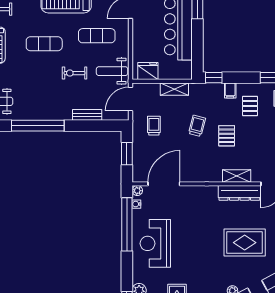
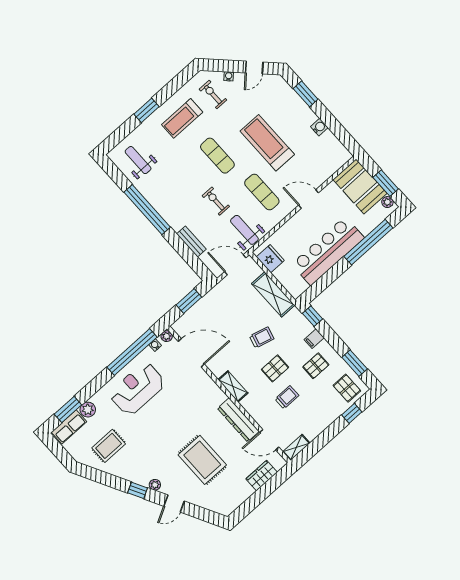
shelving: (174, 89) -> (273, 294), width x1.50, depth x1.33
trolley: (154, 126) -> (287, 397), moved
shelving: (237, 176) -> (233, 386), moved

